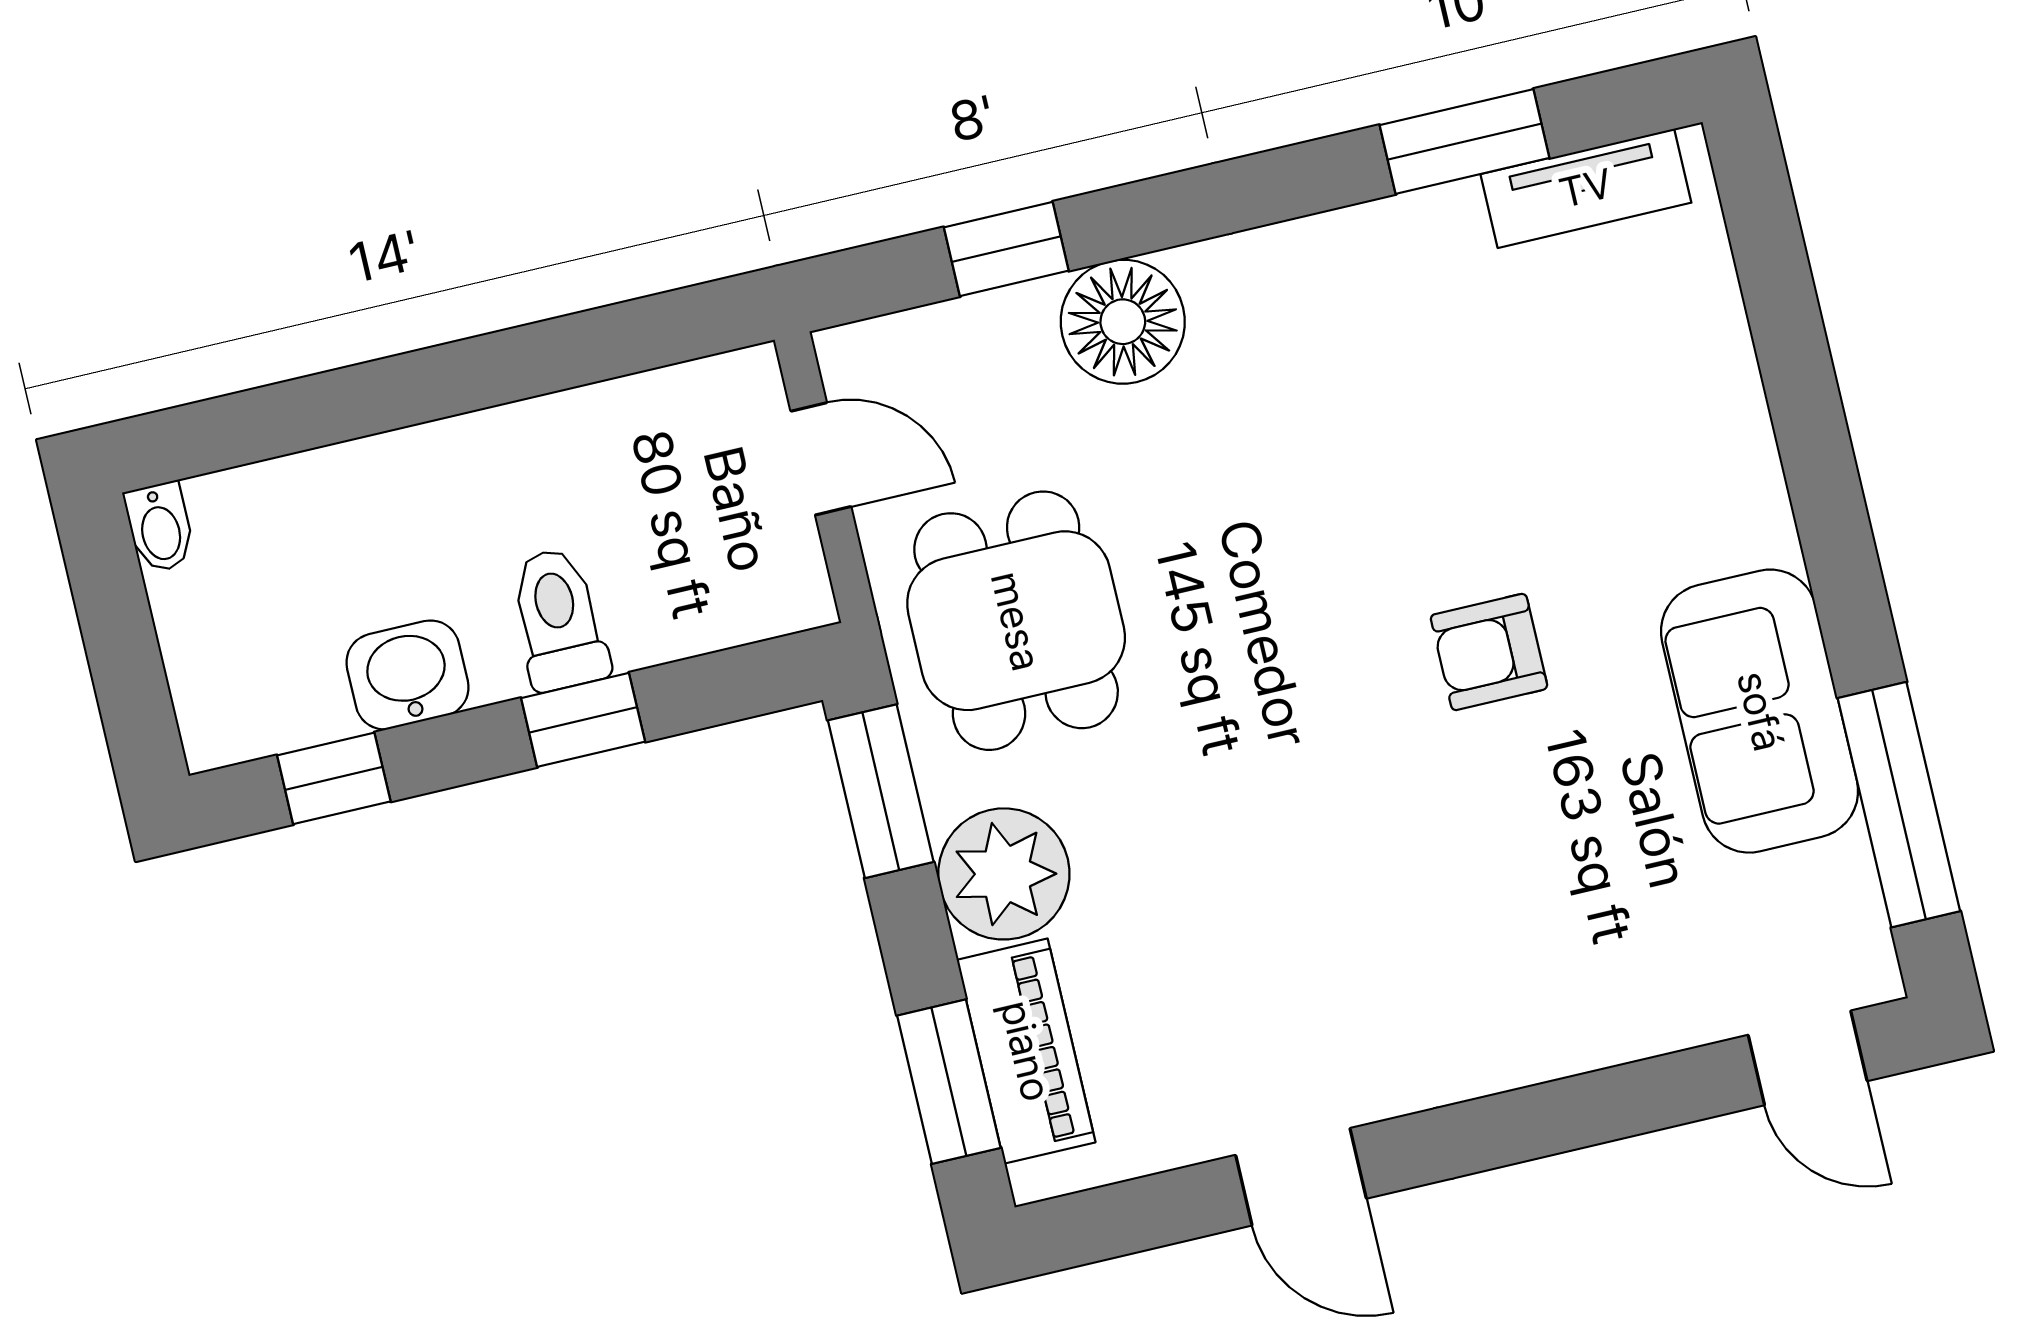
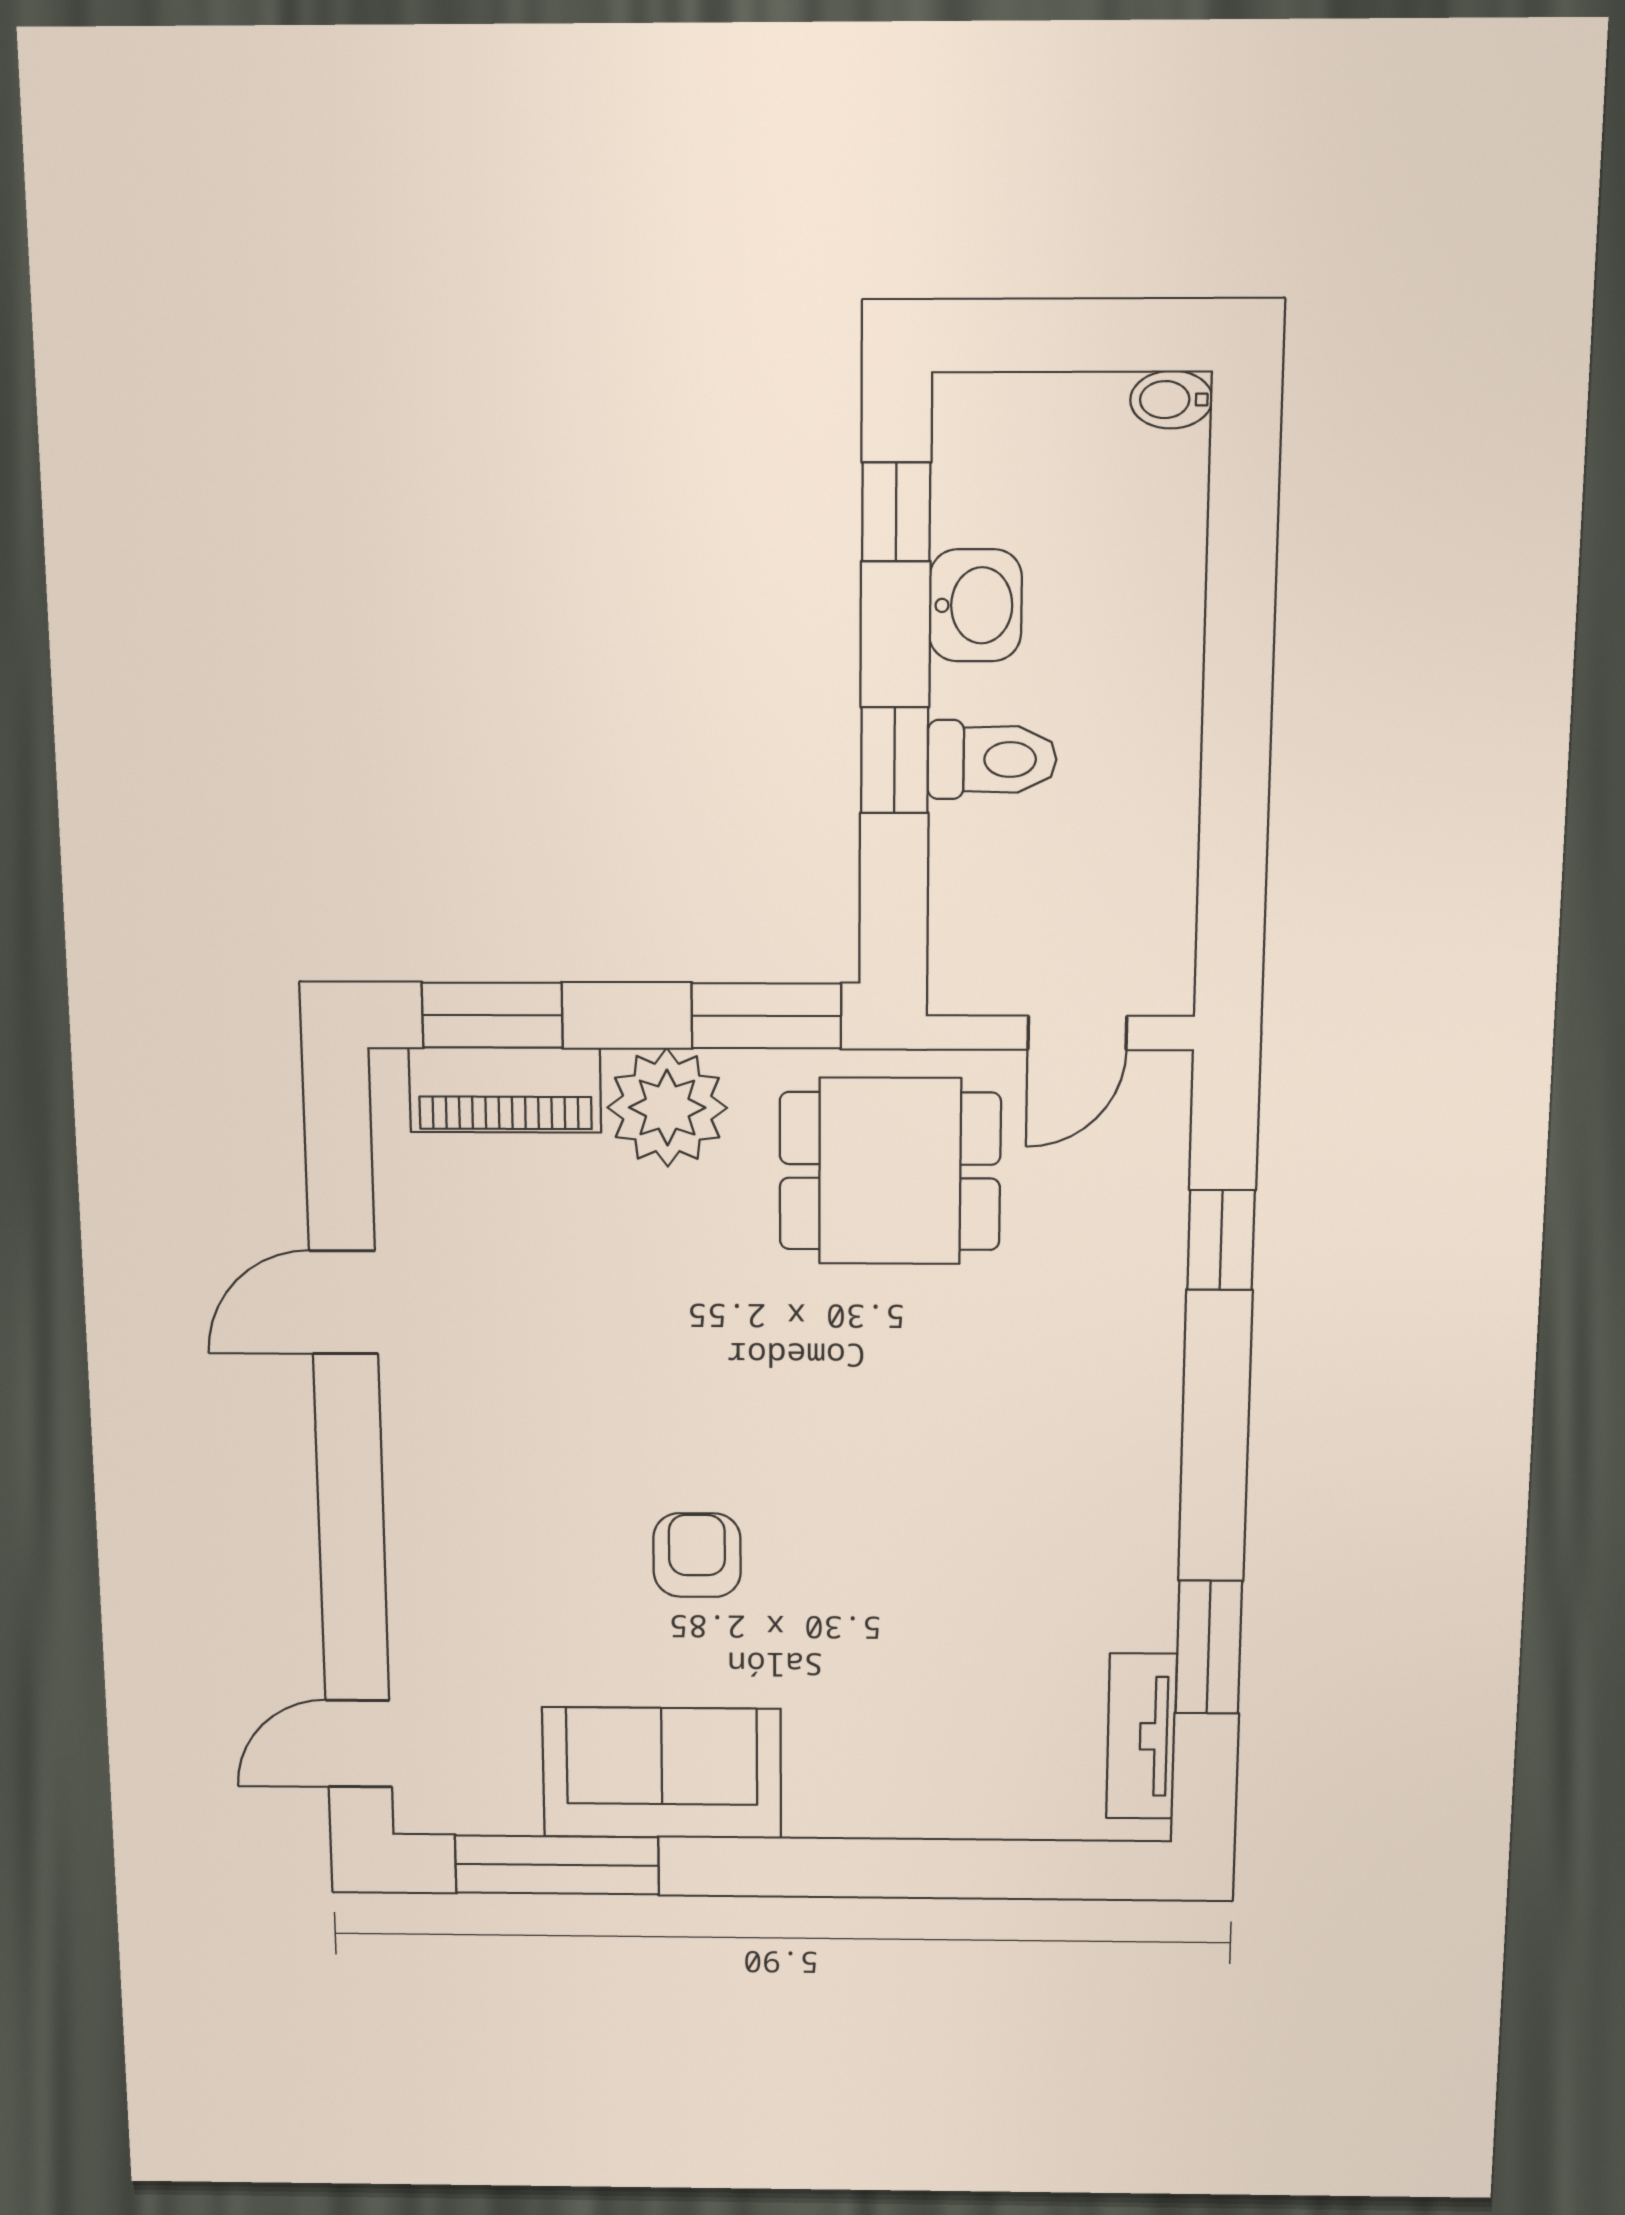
floor lamp: (1123, 322) -> (1130, 1325), removed
armchair: (1489, 652) -> (697, 1555), moved

